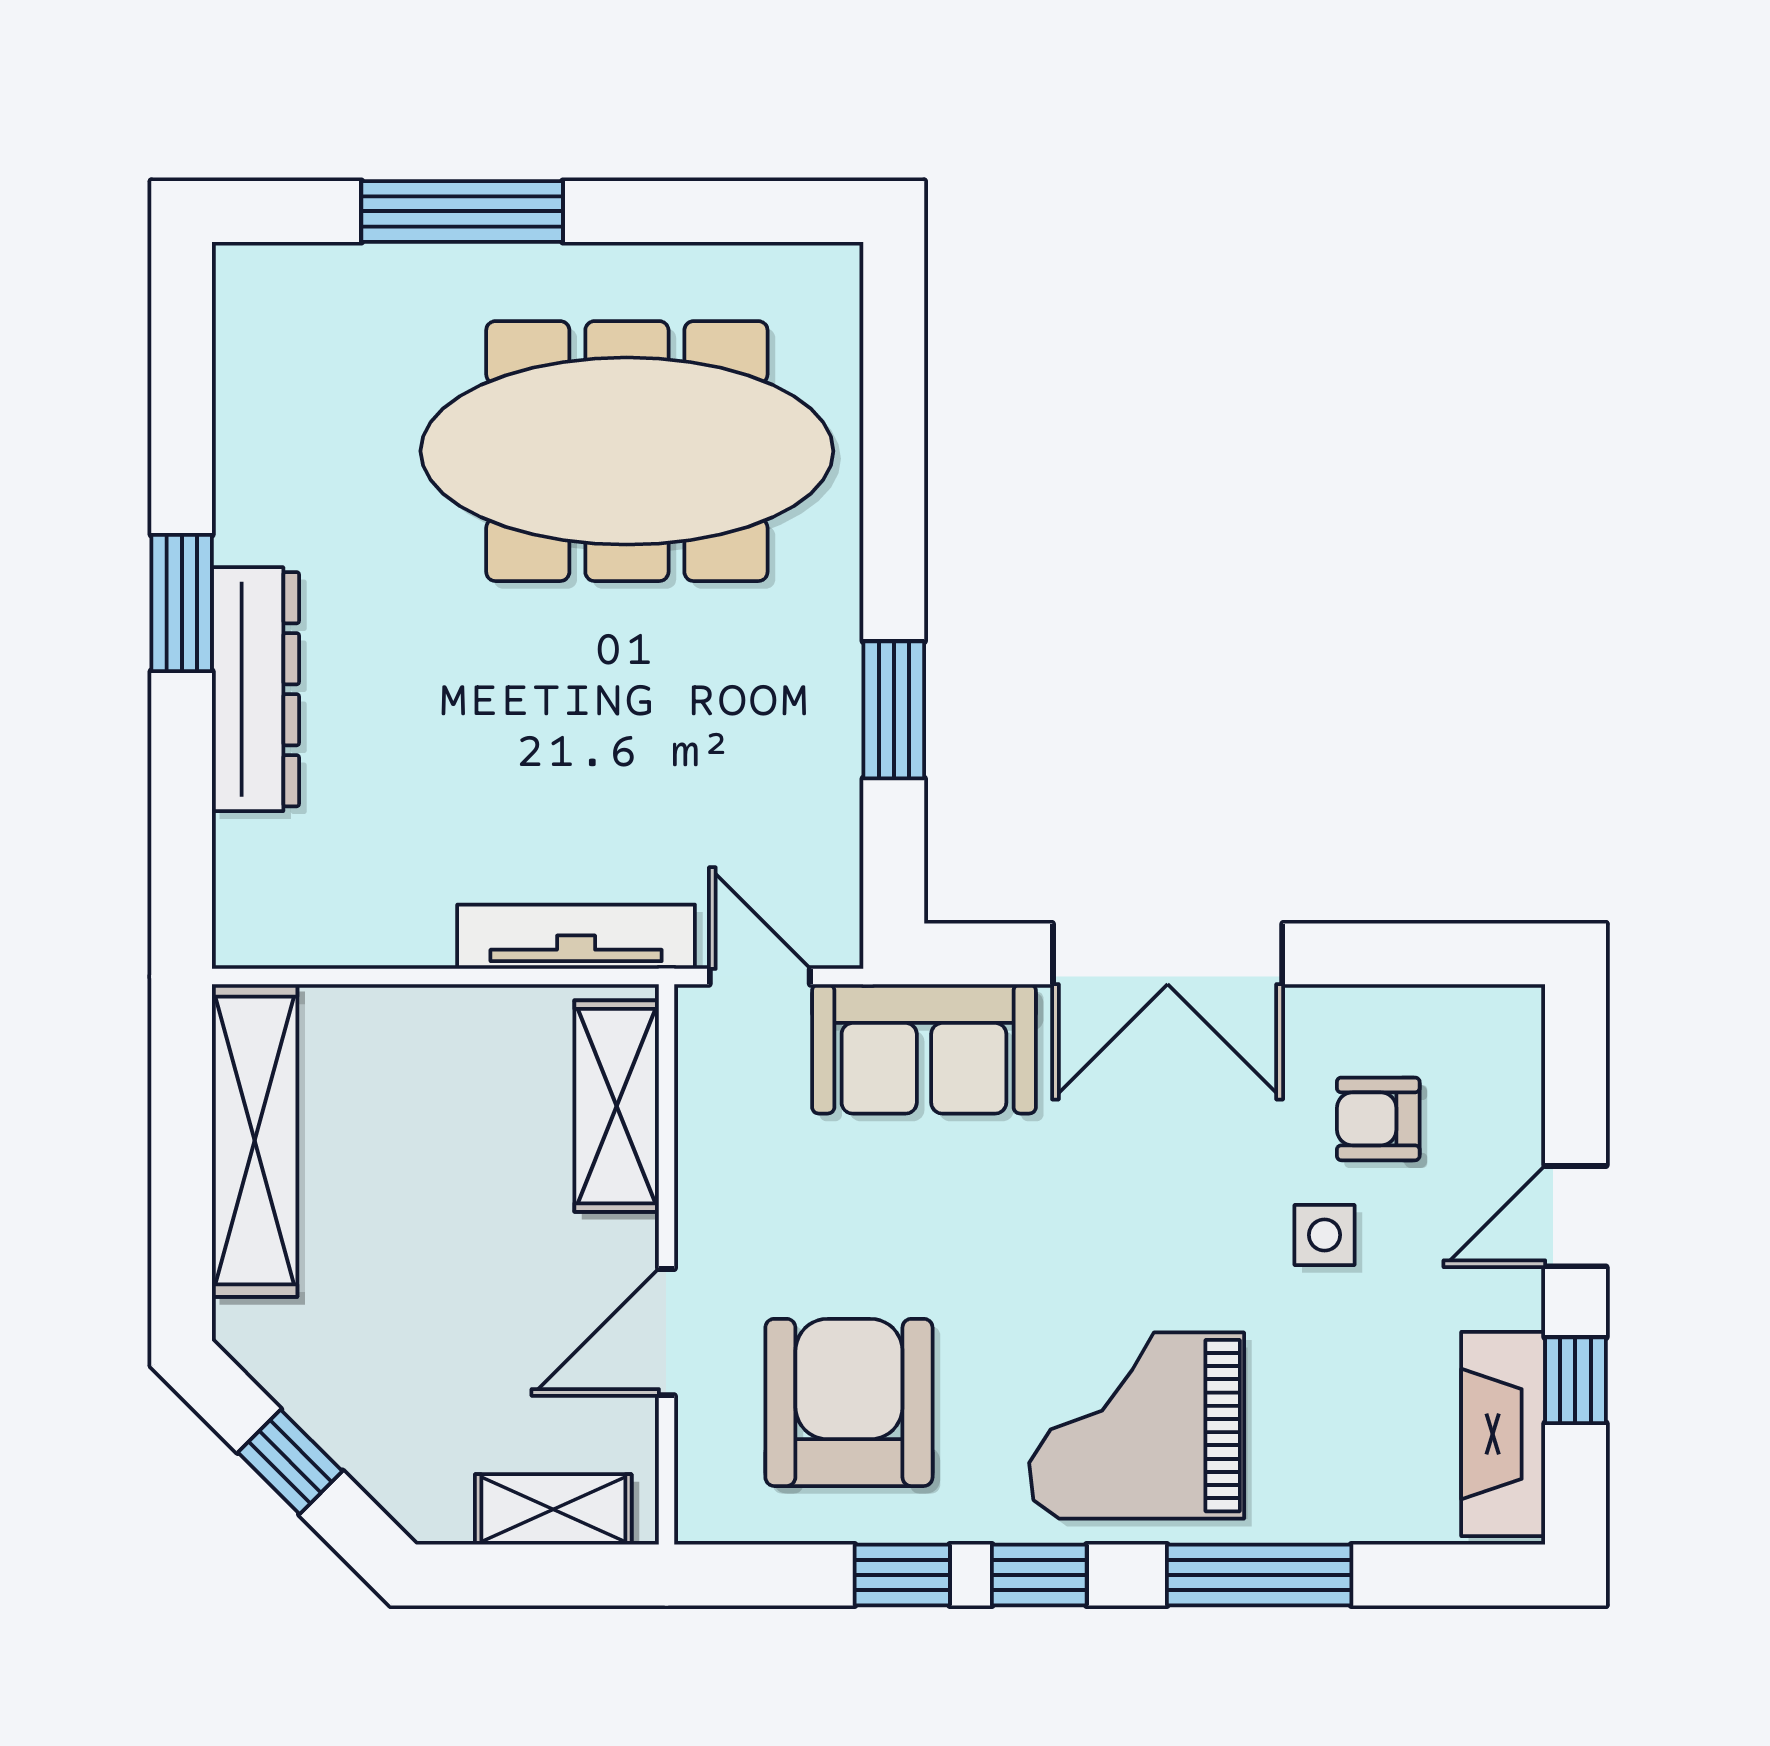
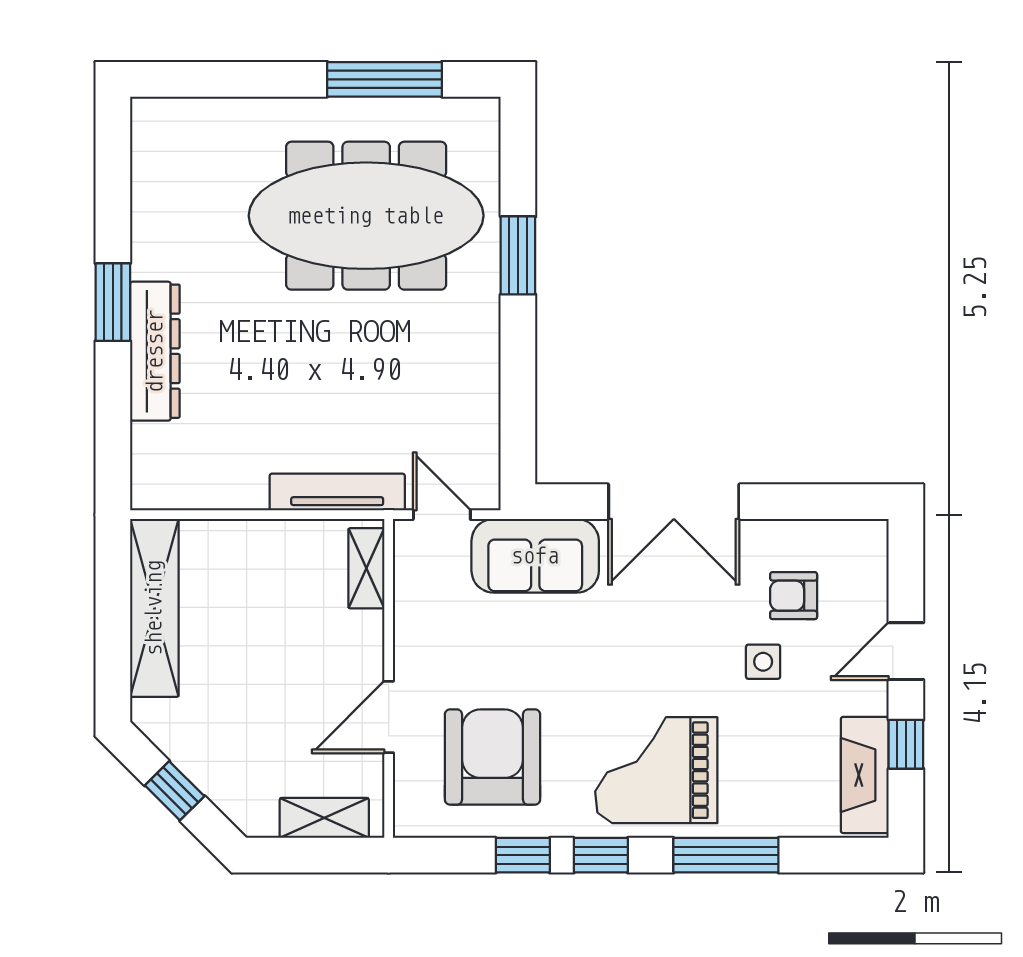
window: (462, 211) -> (385, 79), moved
window: (894, 710) -> (518, 255), moved
shelving: (617, 1106) -> (366, 568), width x0.67, depth x0.75

